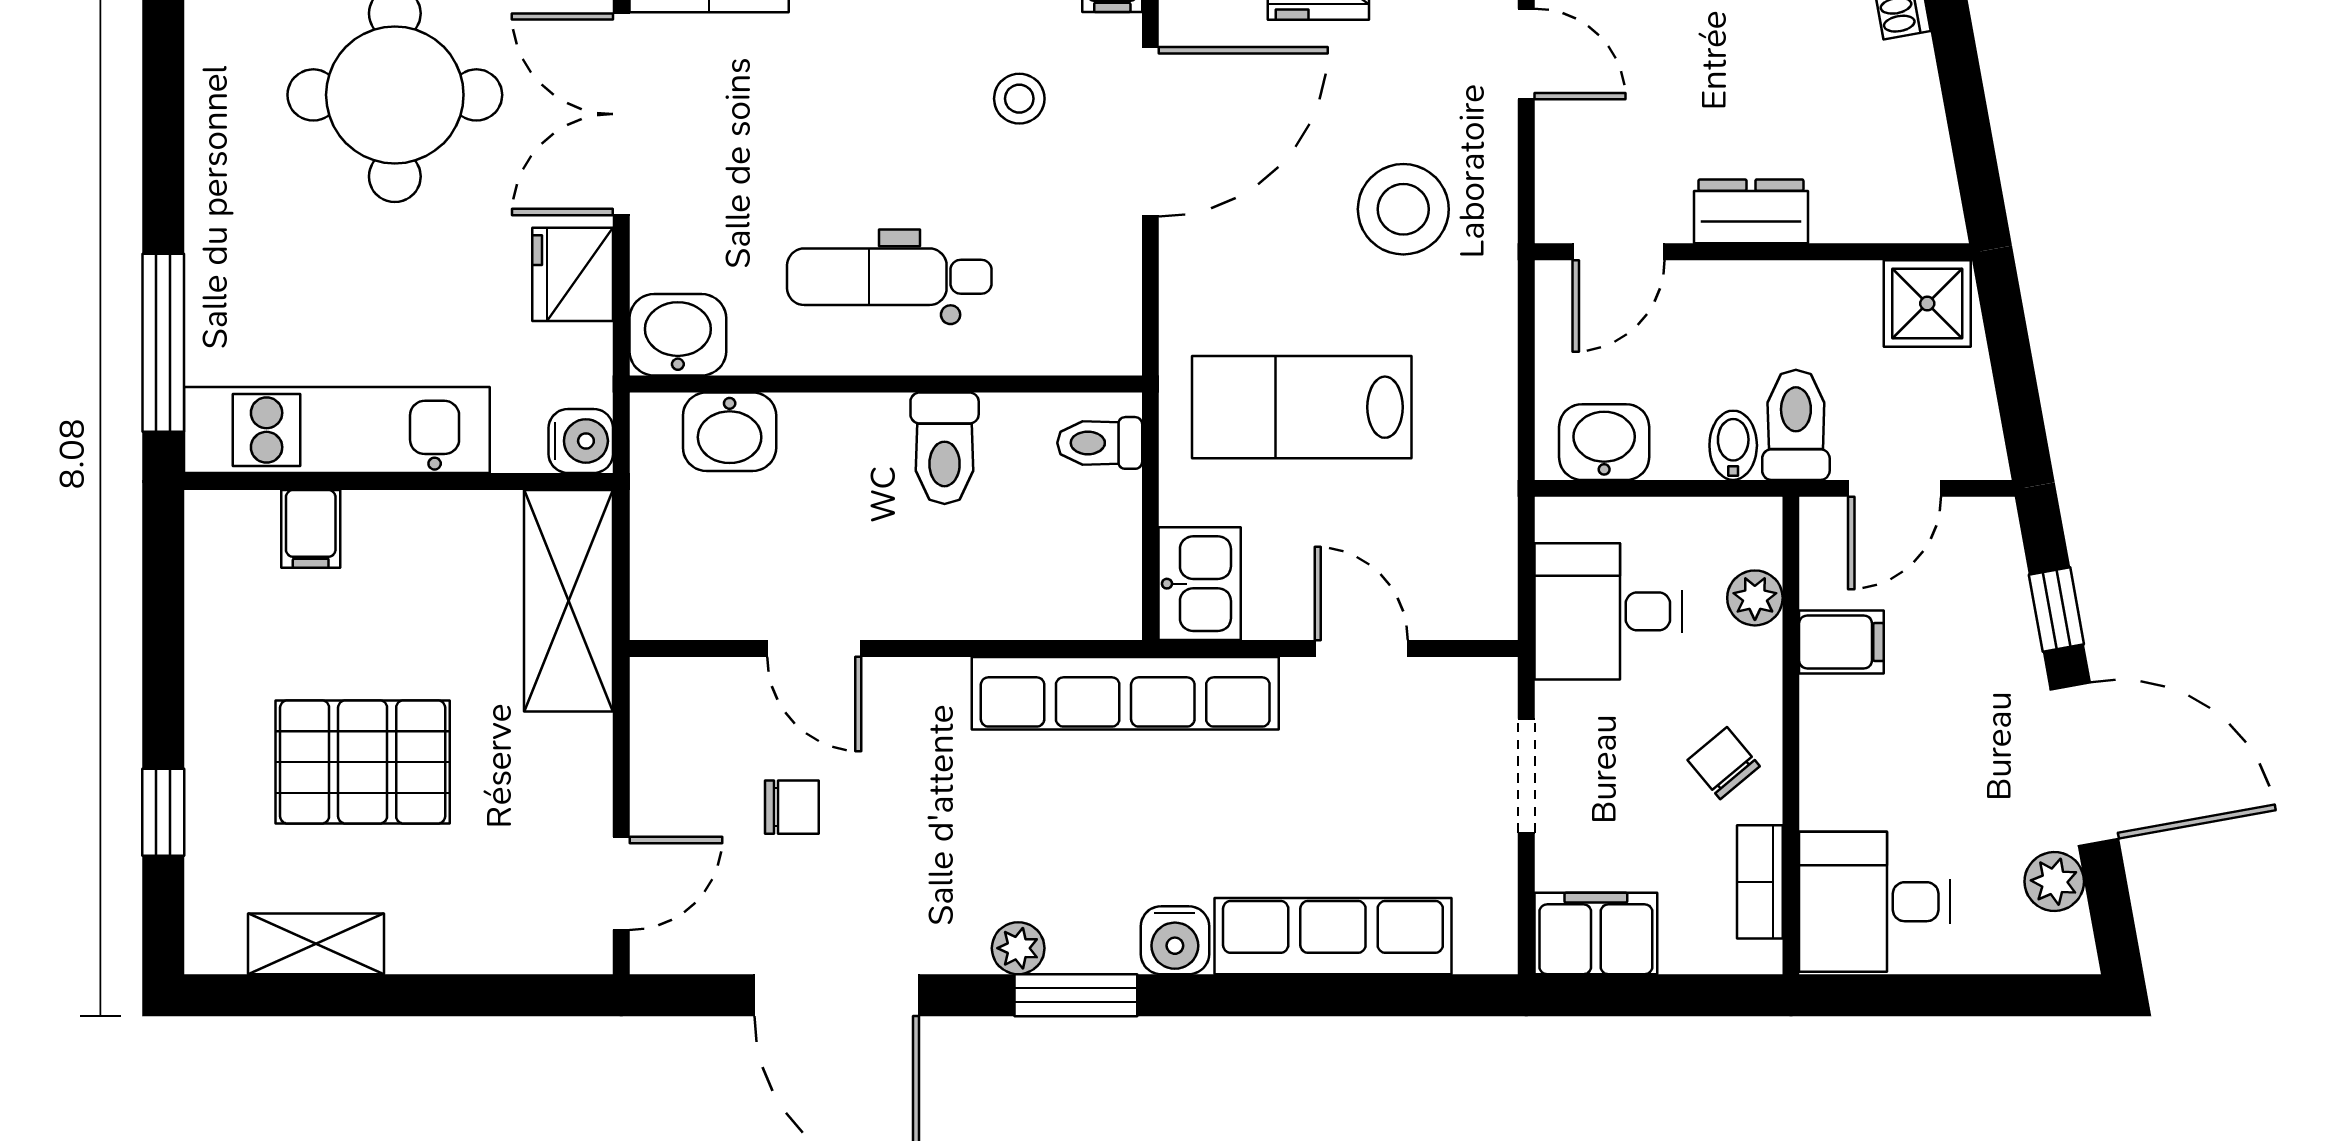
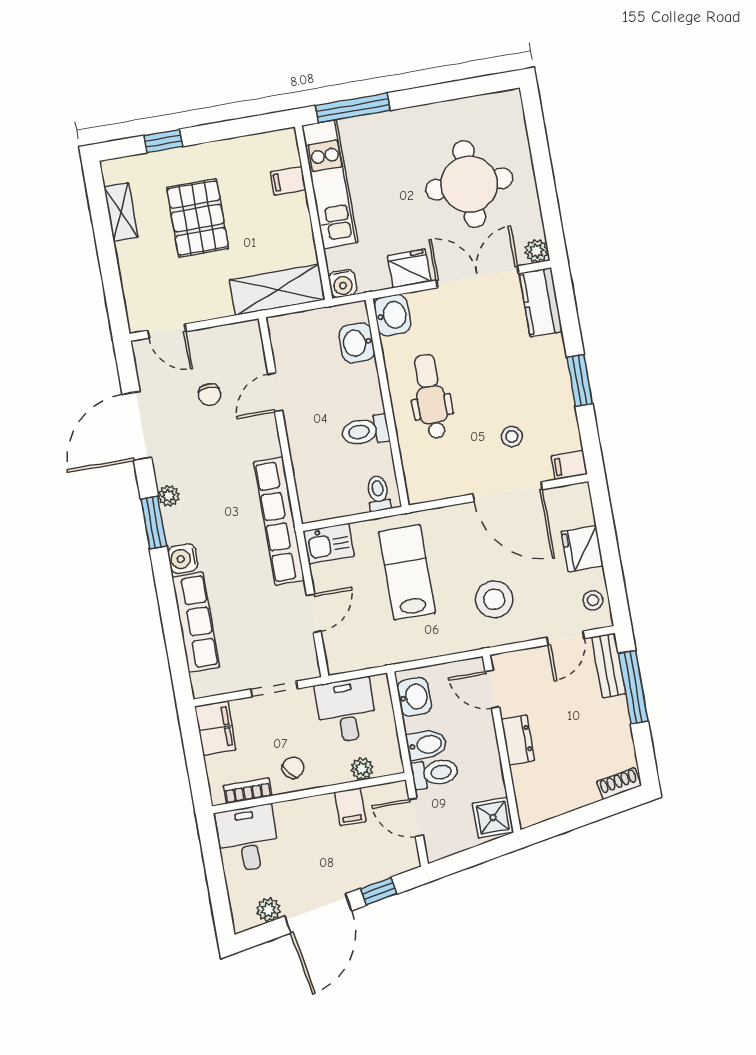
bidet: (1733, 445) -> (427, 745), width x1.38, depth x1.36

